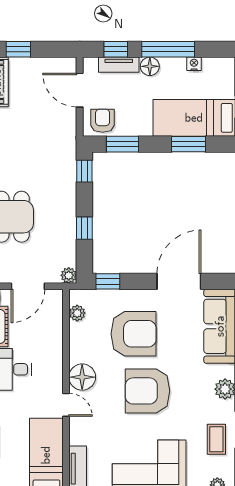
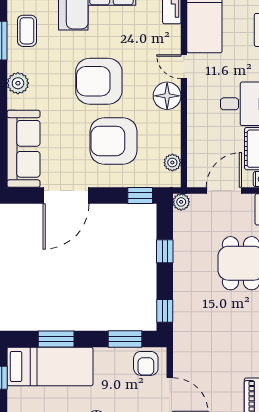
armchair: (148, 391) -> (99, 81), turned 180

